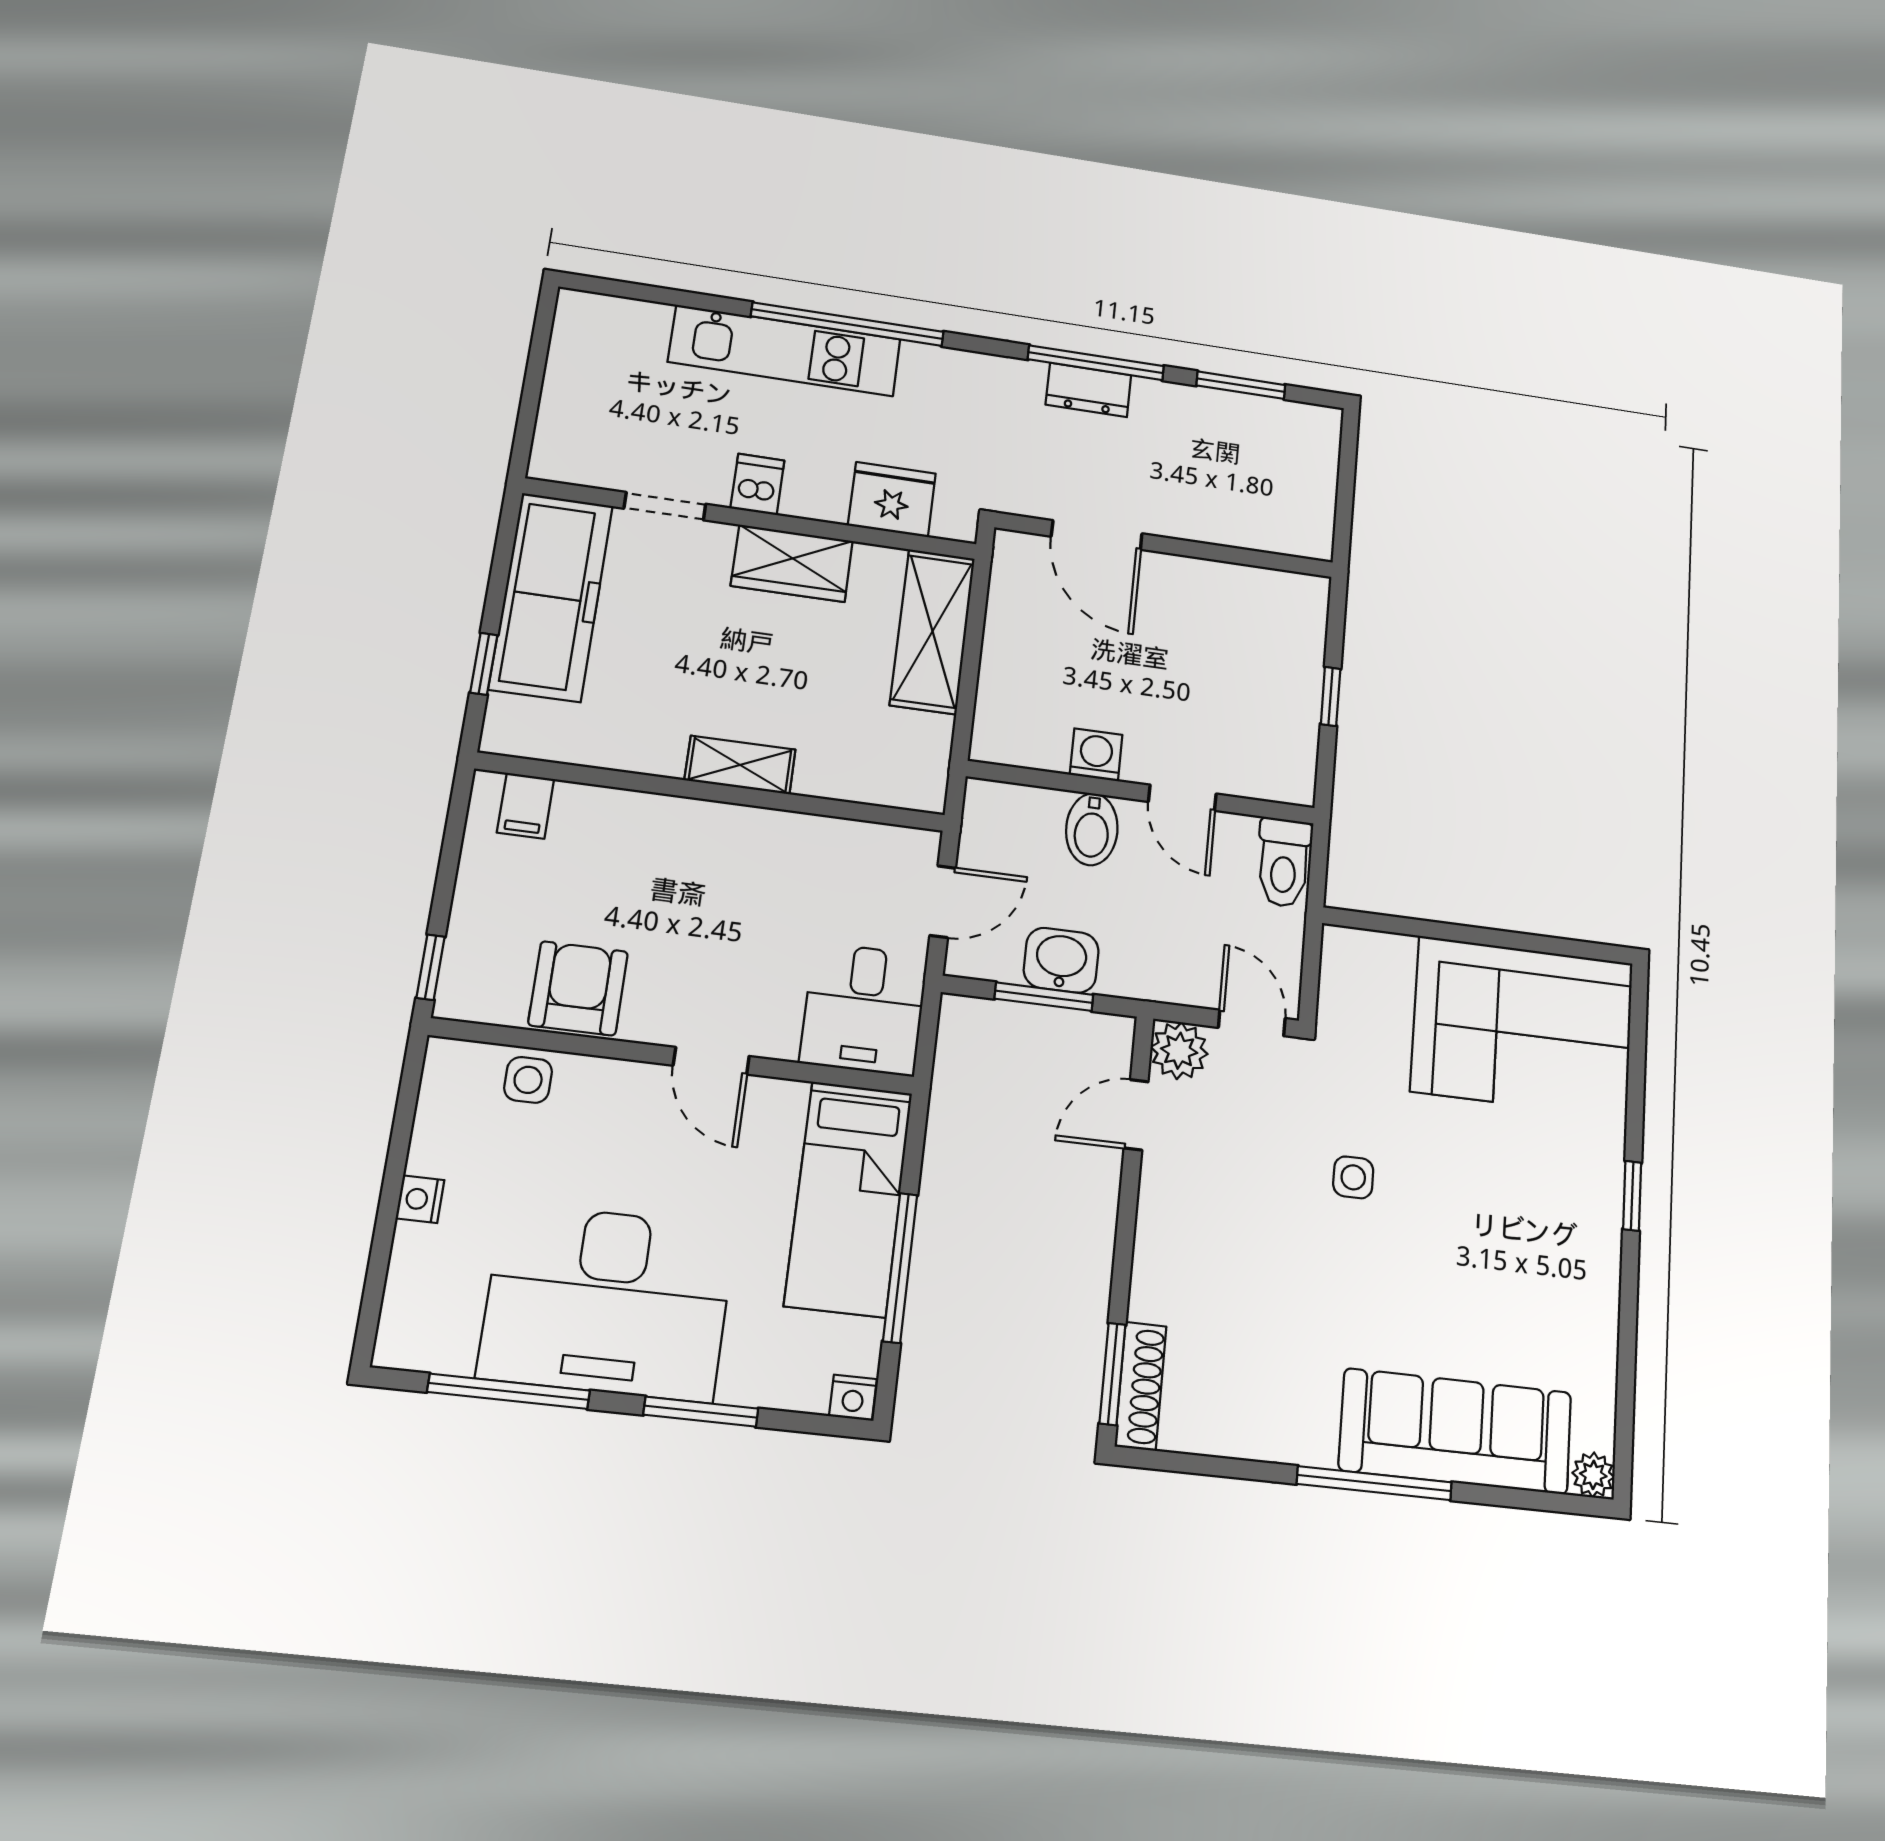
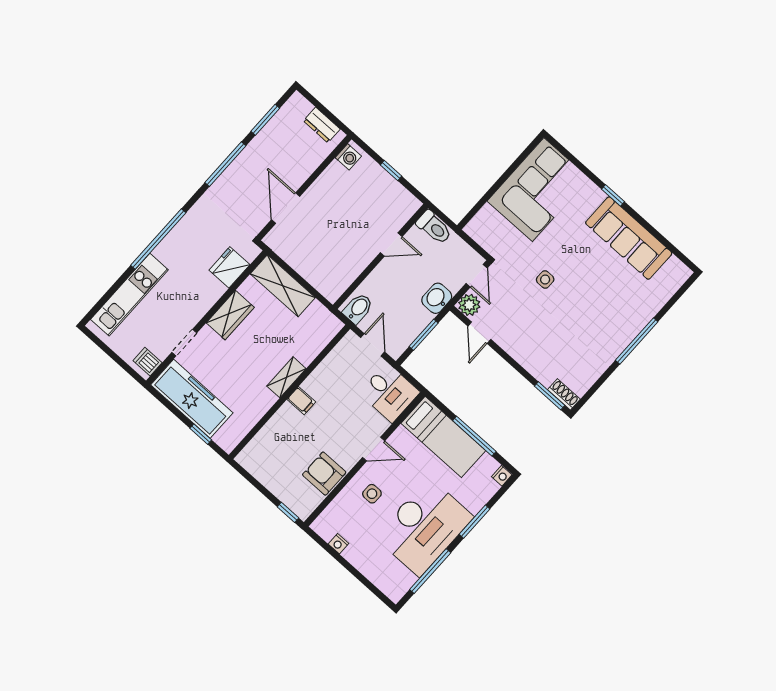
kitchen unit: (785, 351) -> (129, 295), moved
dresser: (1088, 390) -> (322, 125), moved, turned 90
dishwasher: (757, 484) -> (148, 362), moved
door: (1097, 535) -> (286, 208), swing flipped
washing machine: (1096, 755) -> (348, 157), moved, turned 180
filing cabinet: (526, 806) -> (301, 401), moved
bidet: (1092, 829) -> (358, 308), moved, turned -90
washbasin: (1061, 960) -> (437, 298), moved
door: (1252, 1023) -> (477, 276), swing flipped
side table: (528, 1080) -> (372, 494), moved
nightstand: (420, 1199) -> (338, 544), moved
shoe rack: (1141, 1386) -> (564, 394), width x0.70
sofa: (1456, 1431) -> (629, 238), moved, turned -90
plant: (1593, 1475) -> (683, 273), removed

